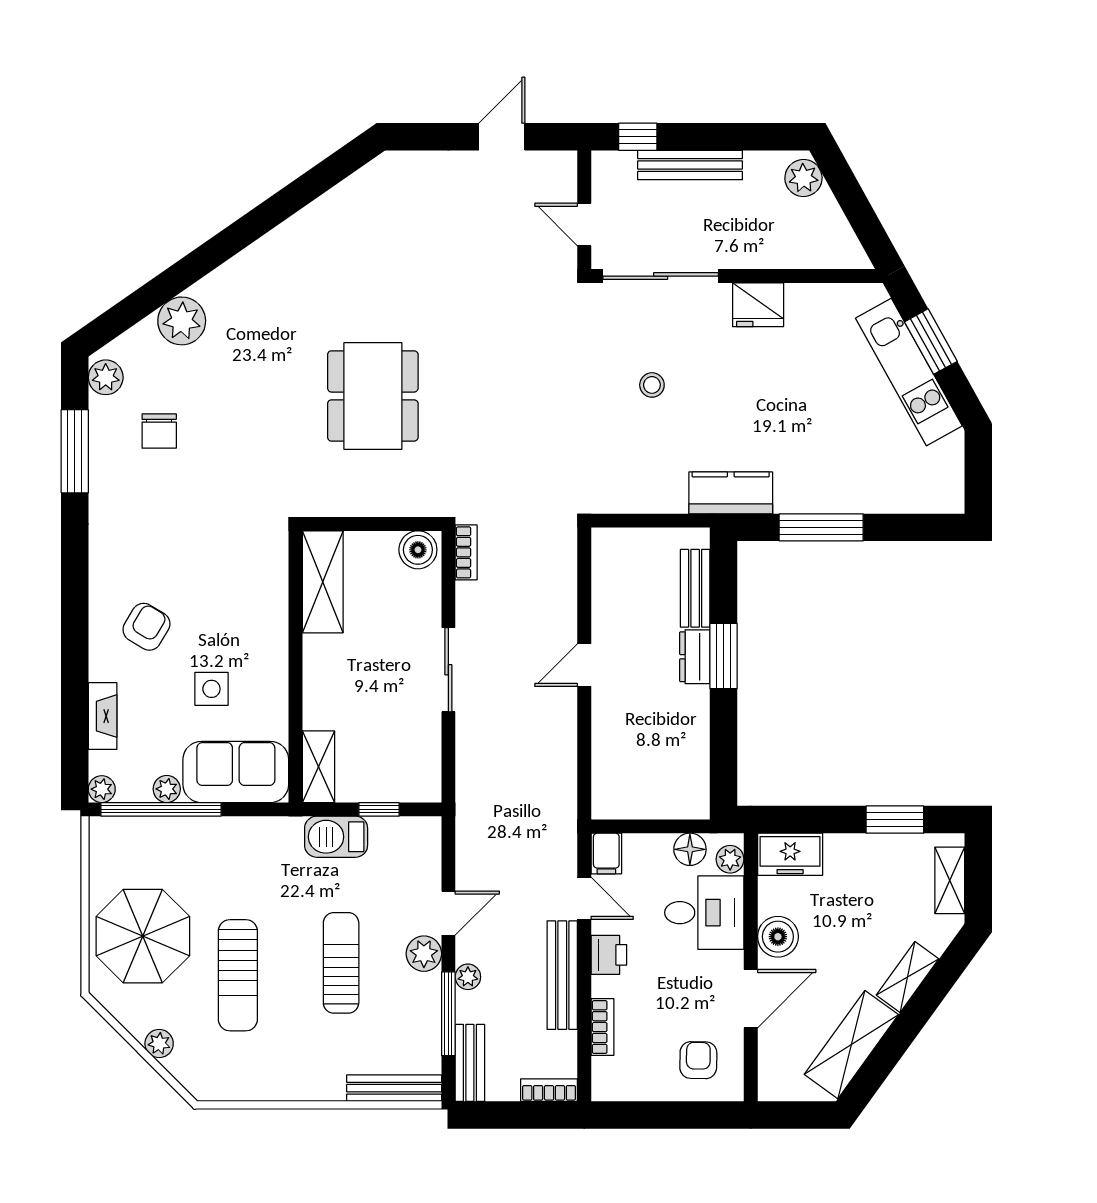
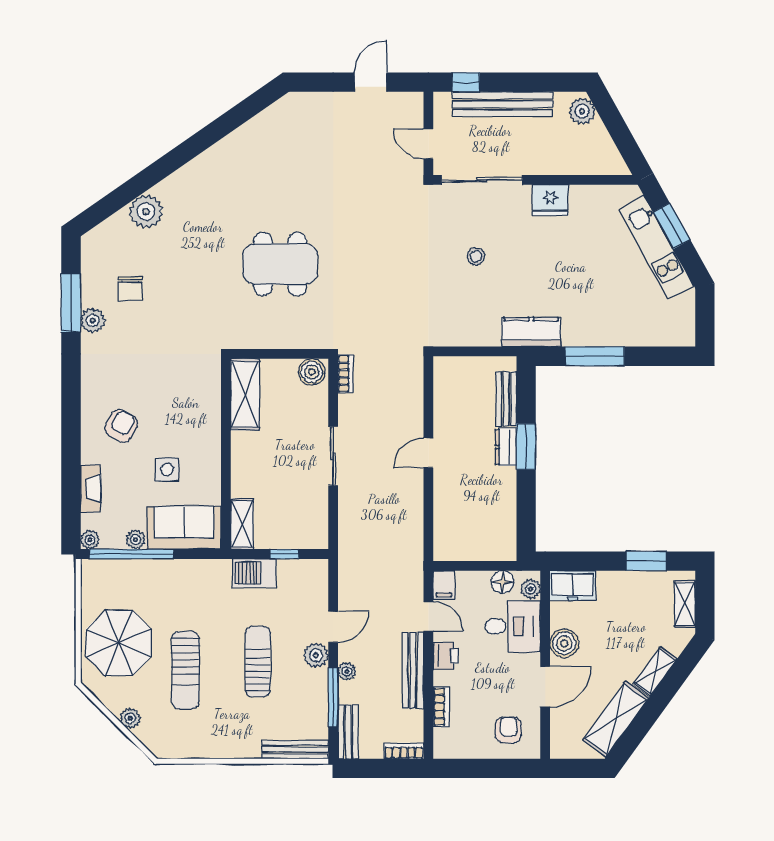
bench: (690, 165) -> (503, 104), width x1.37, depth x1.21
plant: (106, 377) -> (93, 320), moved
dining table: (373, 396) -> (280, 264), turned 90

